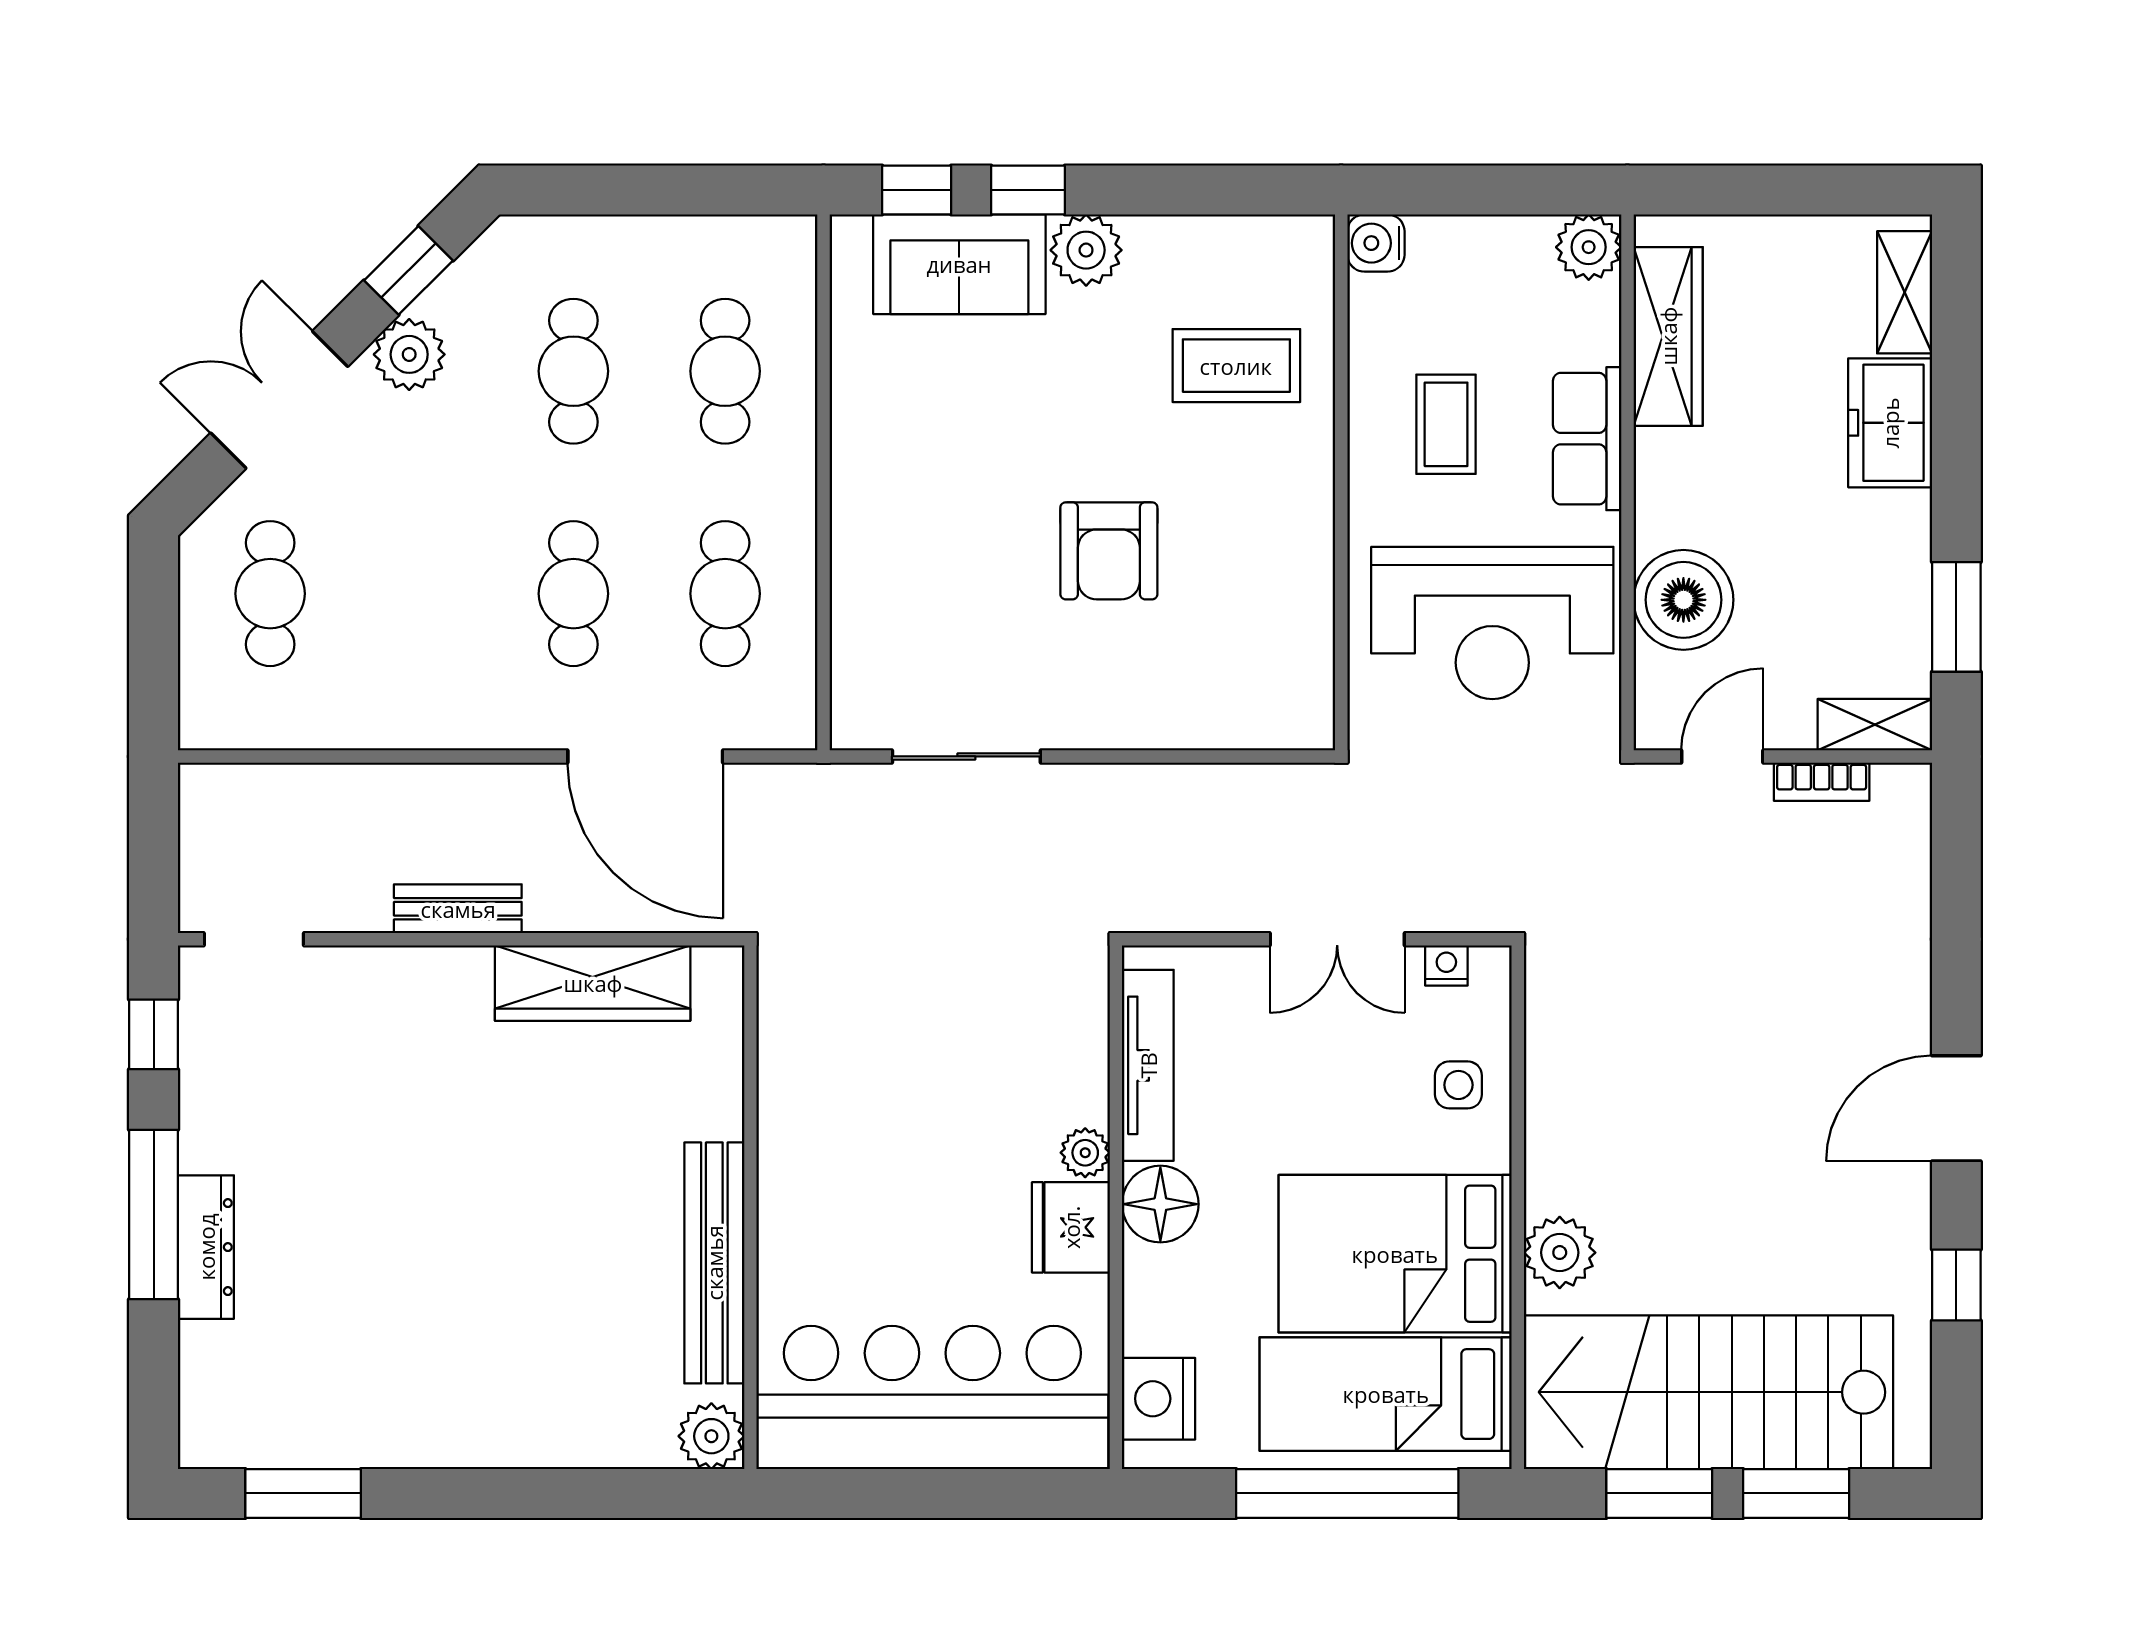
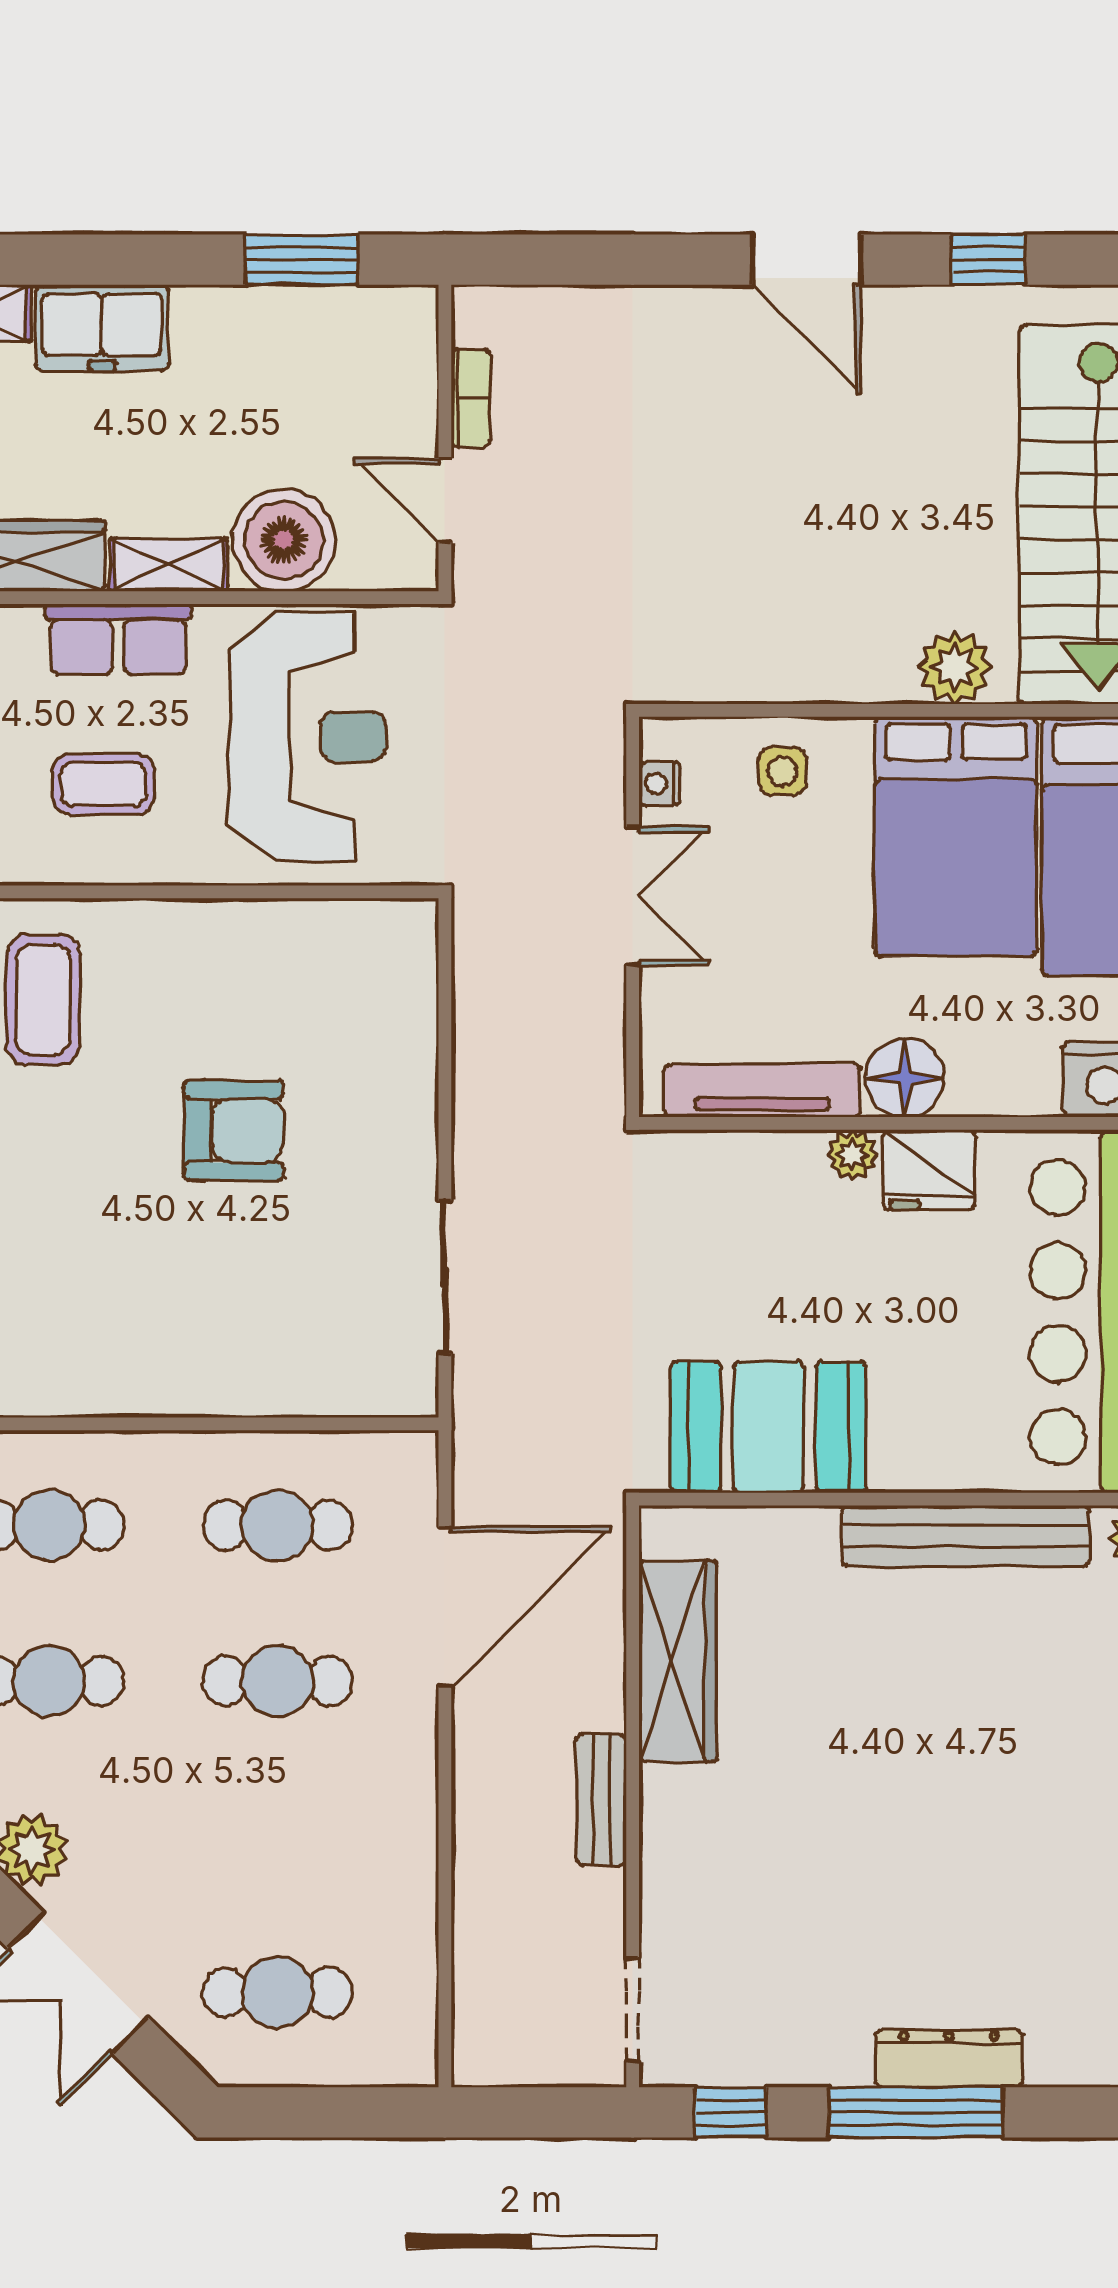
shelving: (1875, 725) -> (169, 565), moved, turned 90
booth: (821, 1071) -> (768, 1427), added

